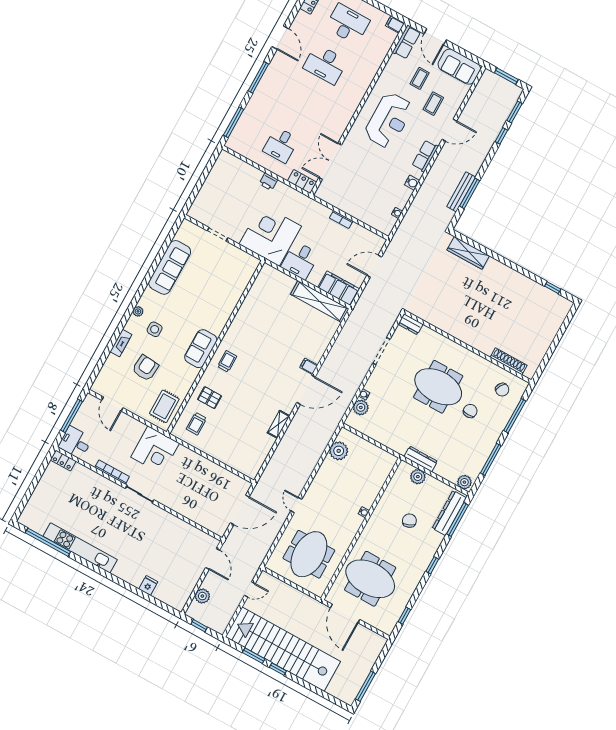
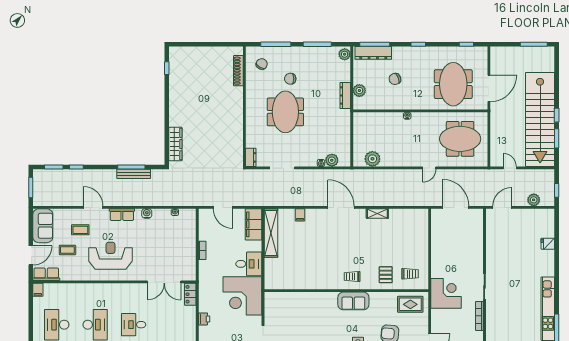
desk: (281, 145) -> (134, 325), moved, turned 180
filing cabinet: (309, 366) -> (300, 215), moved

